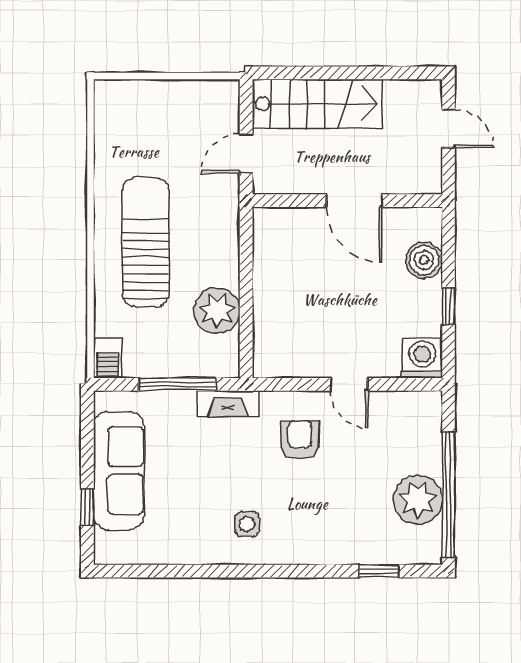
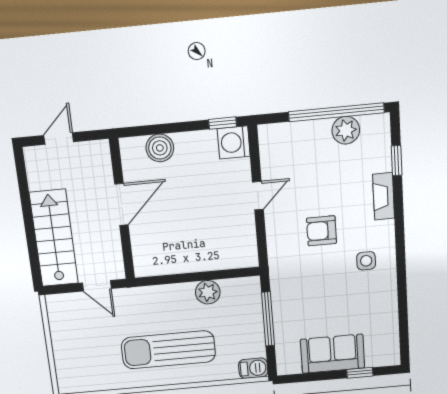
window: (448, 306) -> (223, 123), moved
plant: (217, 311) -> (208, 292), width x0.73, depth x0.73
fireplace: (228, 404) -> (384, 196), moved, turned 180
armchair: (300, 440) -> (322, 231), moved
sofa: (119, 470) -> (333, 354), width x0.73
plant: (418, 500) -> (346, 130), width x0.73, depth x0.73

